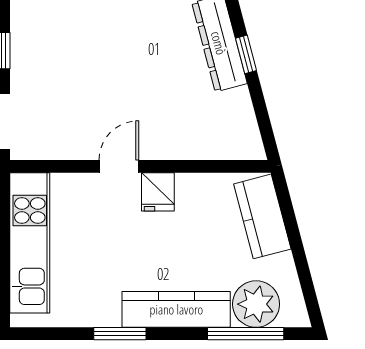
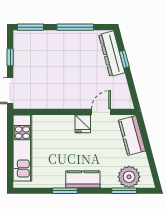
door: (119, 166) -> (101, 112), moved
kitchen counter: (176, 309) -> (83, 179), width x0.67
window: (246, 334) -> (124, 191), width x0.69

